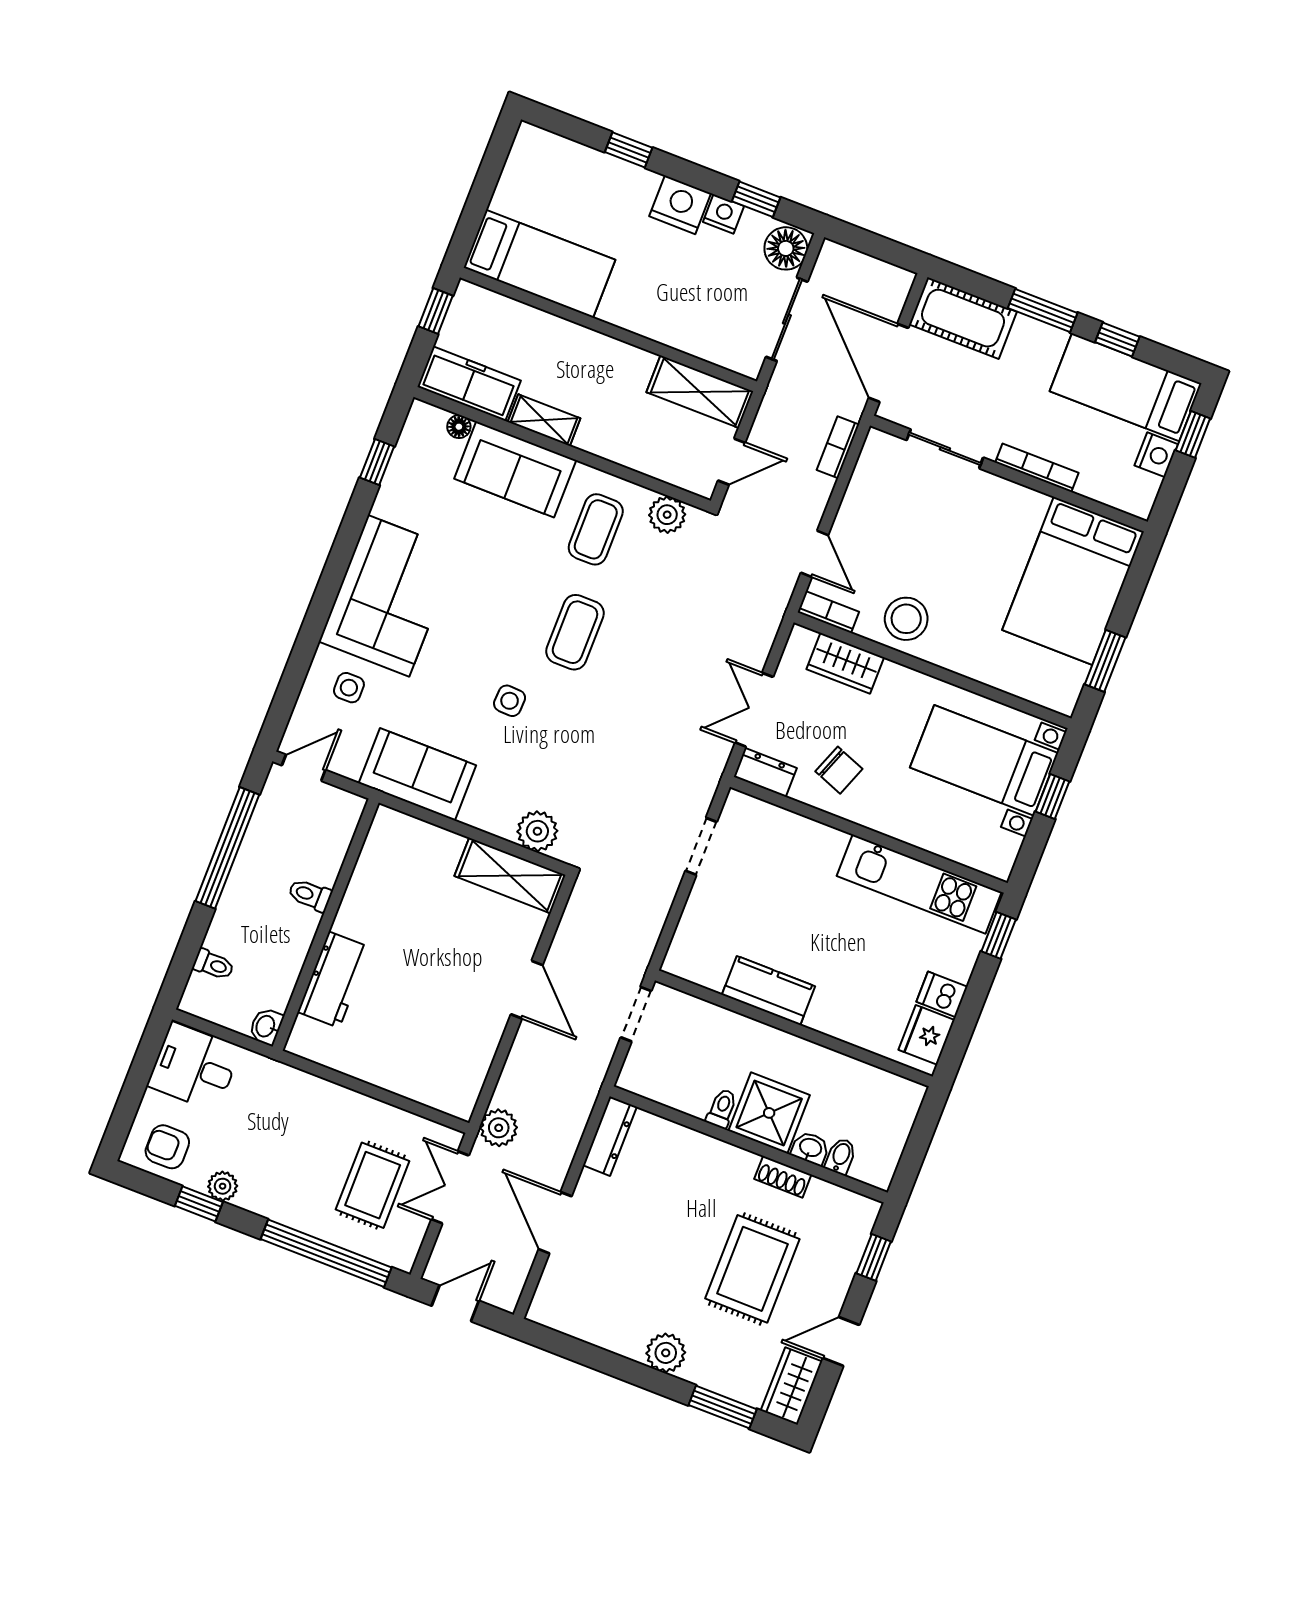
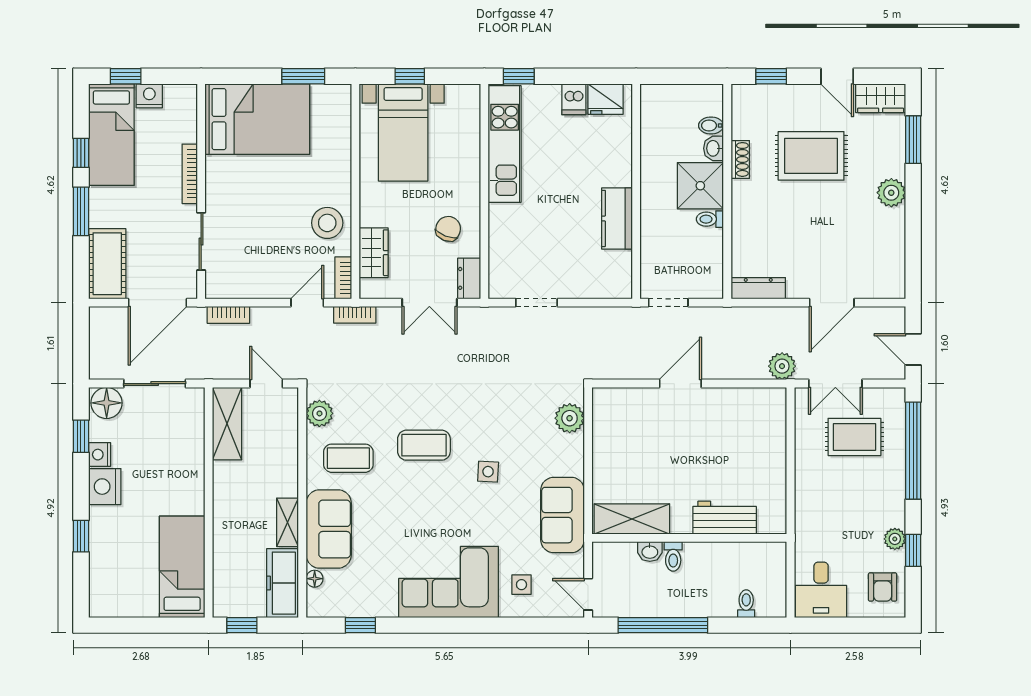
bookcase: (775, 608) -> (355, 315), added
shelving: (510, 876) -> (632, 519), moved, turned 90
washbasin: (266, 1026) -> (650, 552), moved

